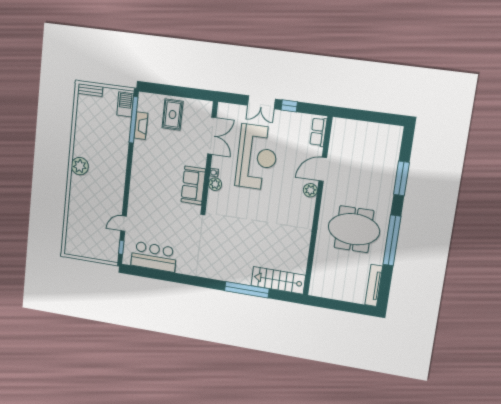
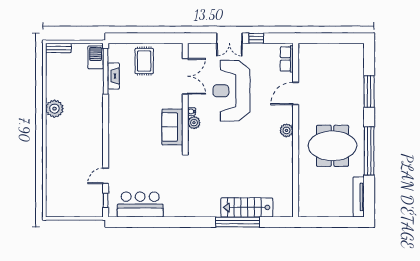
reception desk: (257, 157) -> (231, 91), turned 180
plant: (80, 166) -> (54, 109), moved
plant: (310, 190) -> (287, 130), moved
stairs: (278, 280) -> (247, 207), moved

